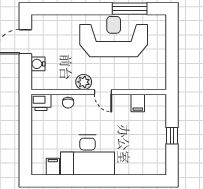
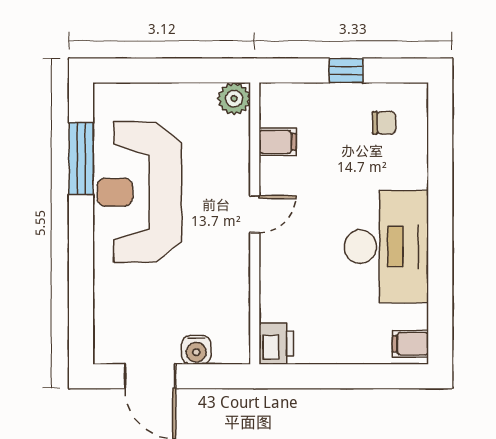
plant: (84, 82) -> (234, 99), moved
chair: (68, 103) -> (384, 123), moved
filing cabinet: (53, 167) -> (410, 344), moved

